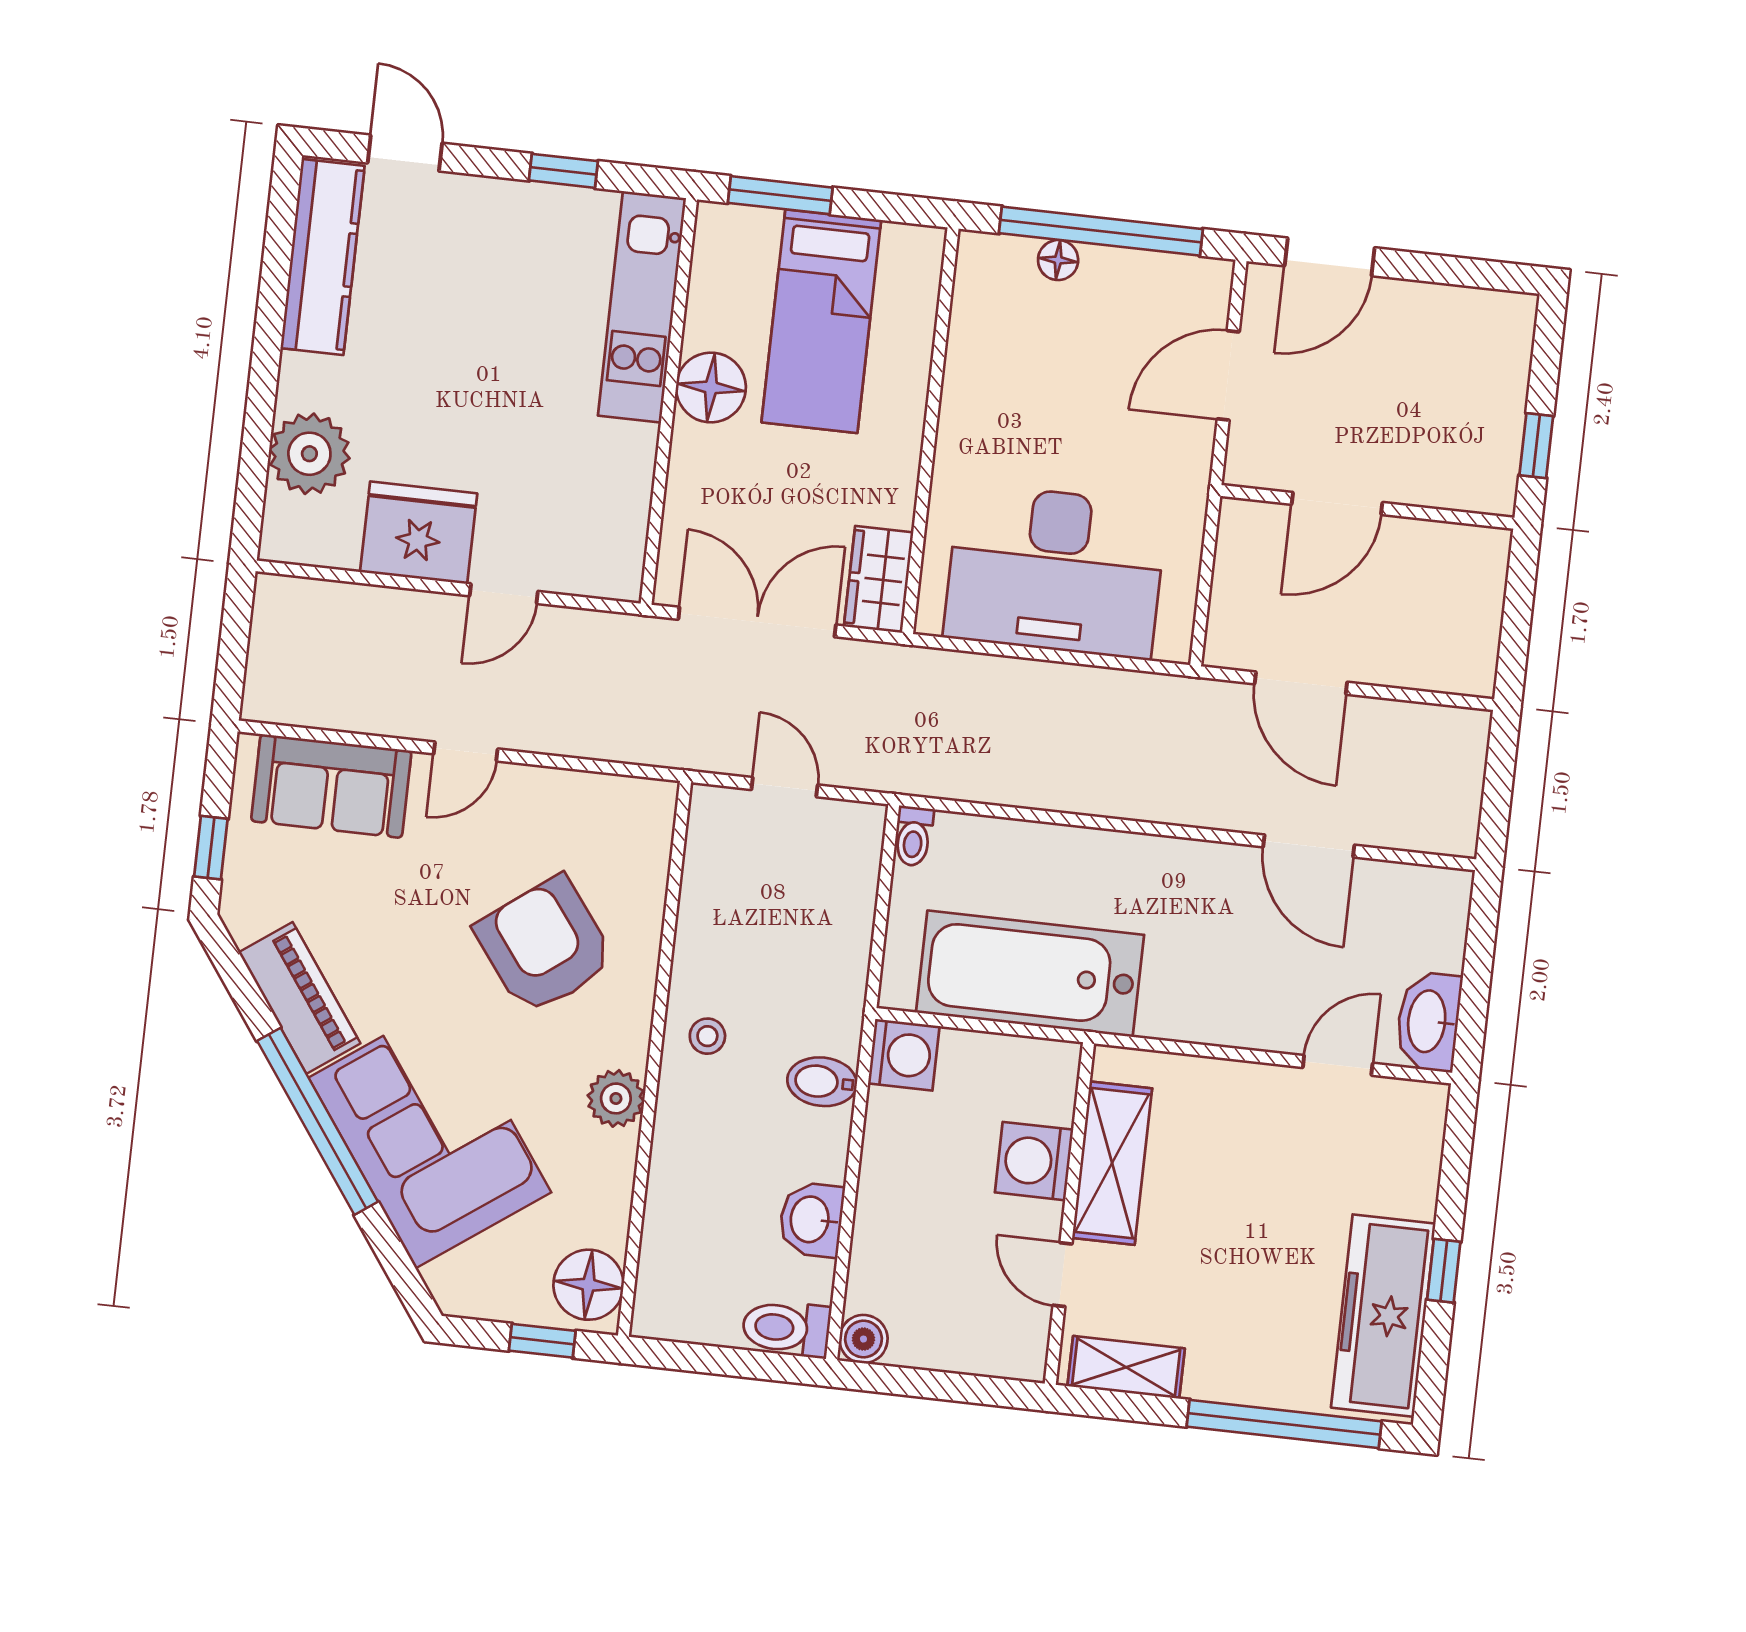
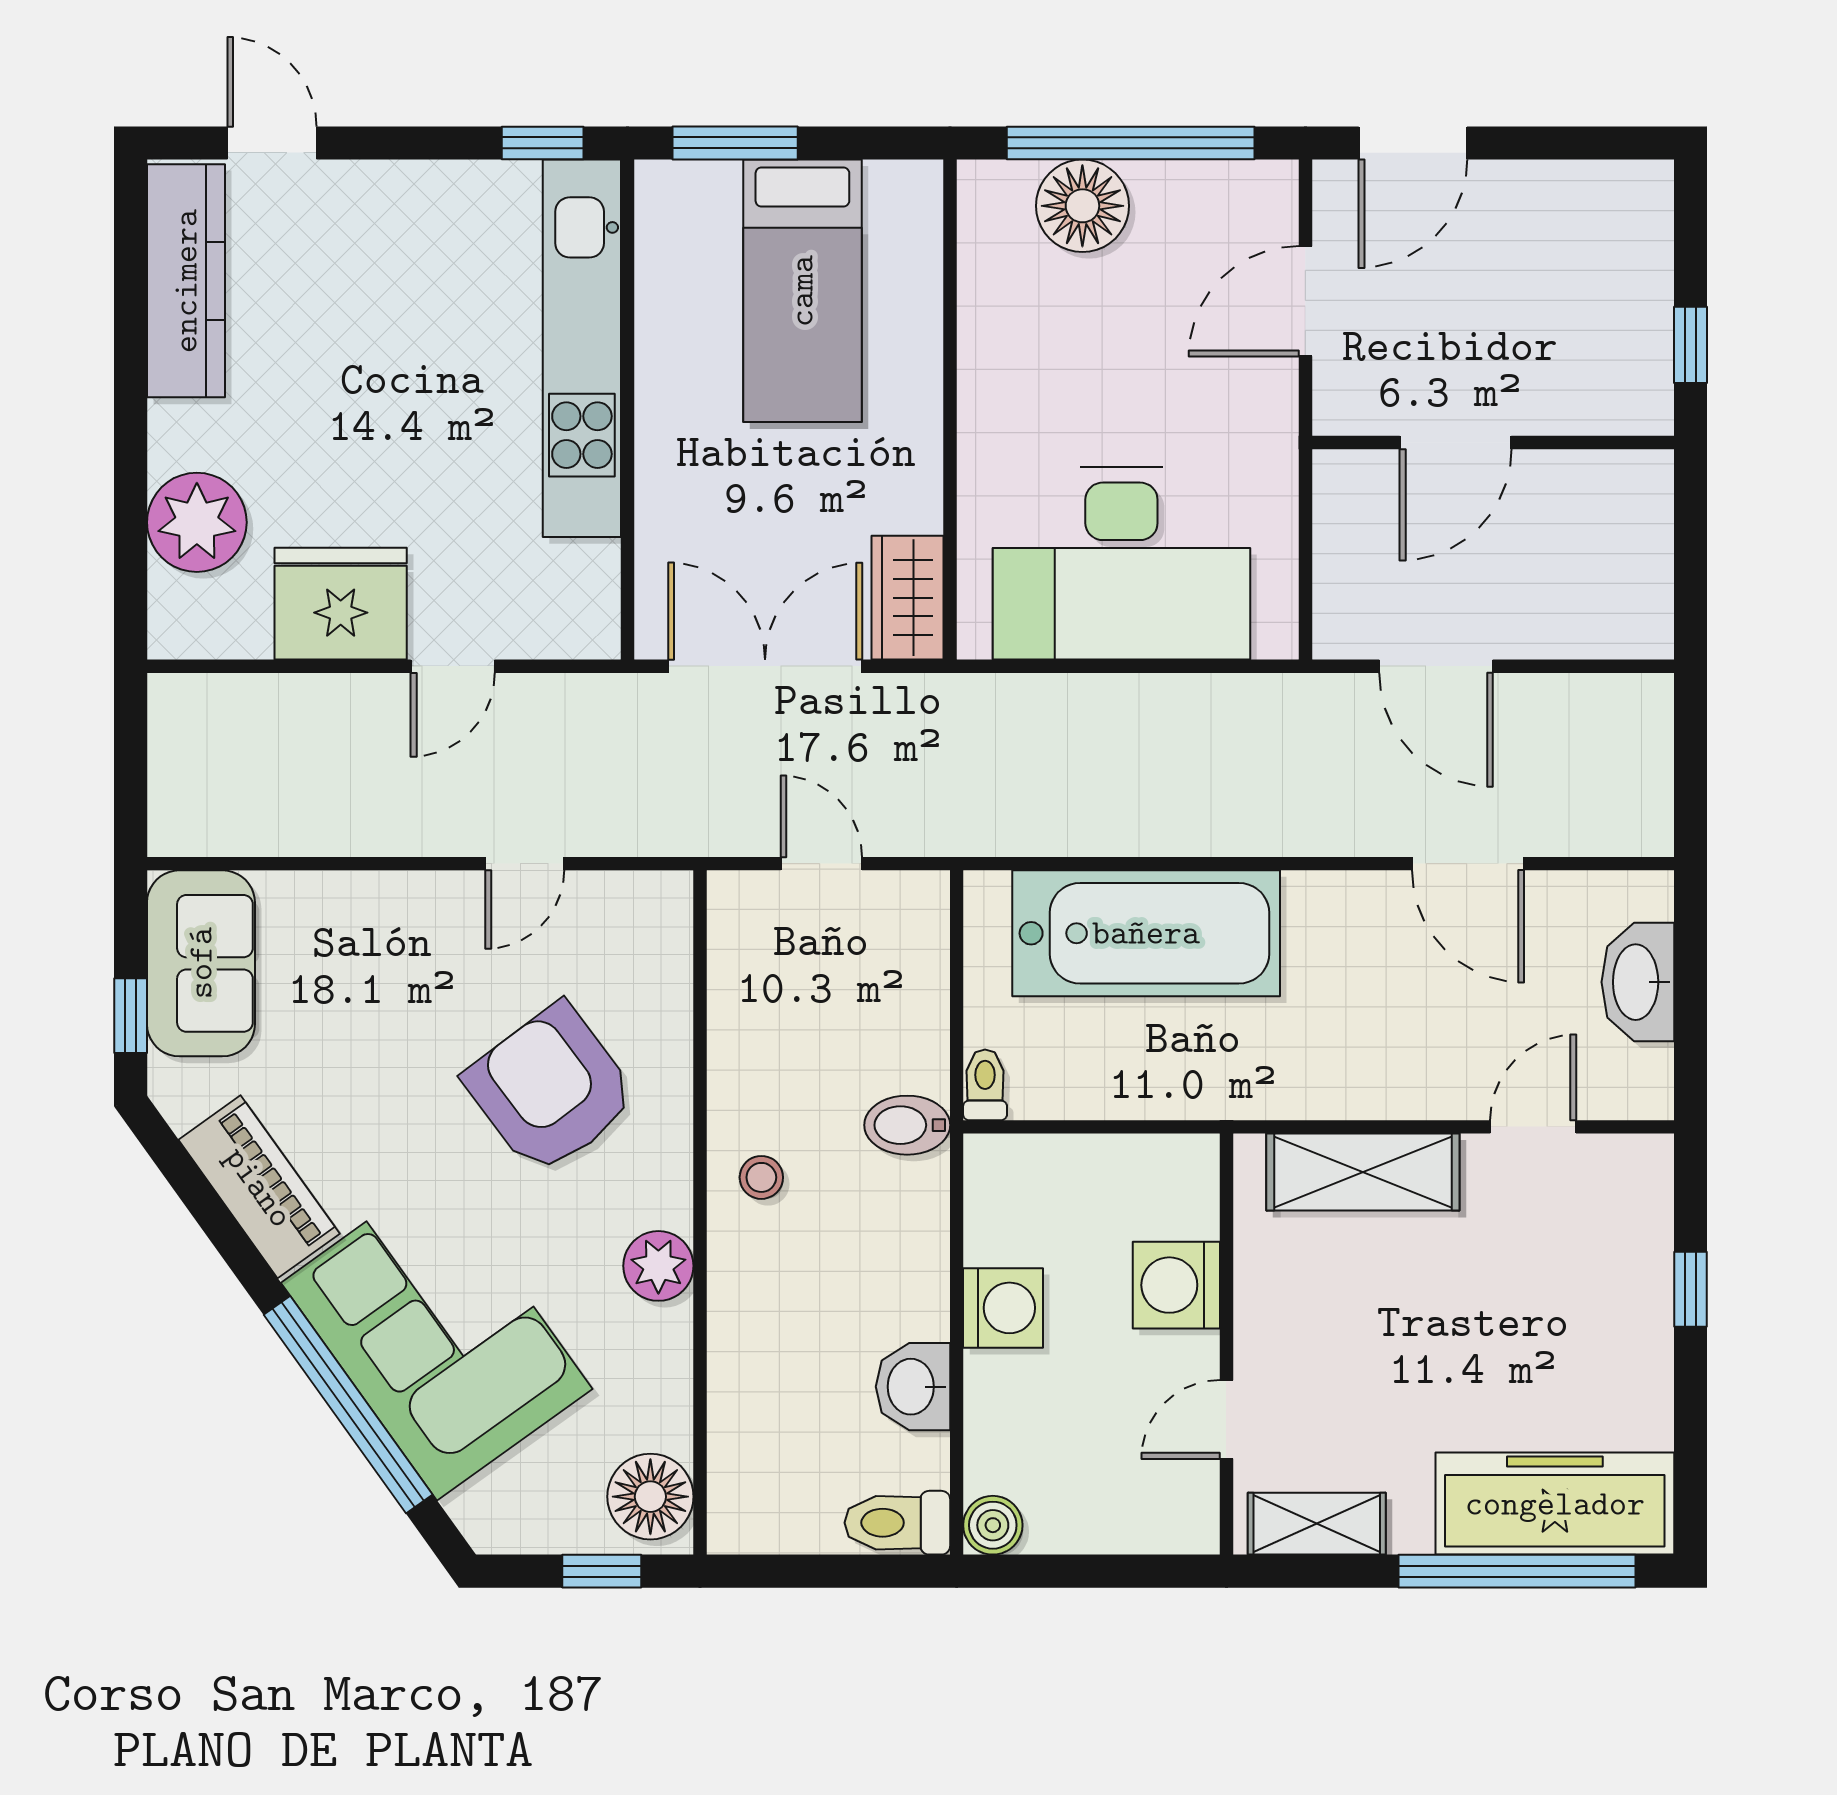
window: (563, 171) -> (543, 143), moved
floor lamp: (1058, 260) -> (1082, 206), width x1.89, depth x1.89
kitchen unit: (642, 307) -> (582, 348), width x1.36
floor lamp: (711, 387) -> (677, 387), removed
door: (466, 751) -> (525, 864), moved
sofa: (331, 786) -> (201, 963), moved, turned -90
toilet: (913, 836) -> (985, 1085), moved, turned 180
bathtub: (1030, 974) -> (1146, 933), moved, turned 180
washbasin: (1428, 1021) -> (1638, 982), moved
washing machine: (904, 1055) -> (1003, 1308), moved
bidet: (822, 1082) -> (907, 1125), moved
window: (317, 1121) -> (348, 1405), moved
shelving: (1112, 1163) -> (1363, 1172), moved, turned 90
window: (1444, 1271) -> (1690, 1289), moved
door: (1062, 1275) -> (1226, 1419), hinge flipped
freezer: (1383, 1316) -> (1555, 1504), moved, turned 90

